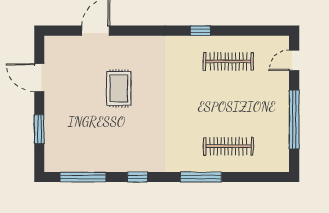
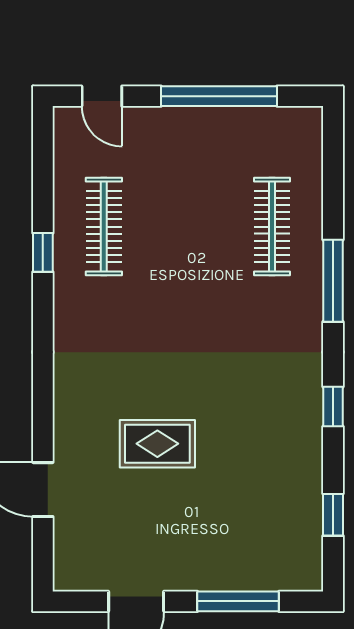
window: (200, 31) -> (43, 252), moved
window: (39, 129) -> (238, 601), width x1.44
window: (83, 177) -> (333, 515), width x0.46

